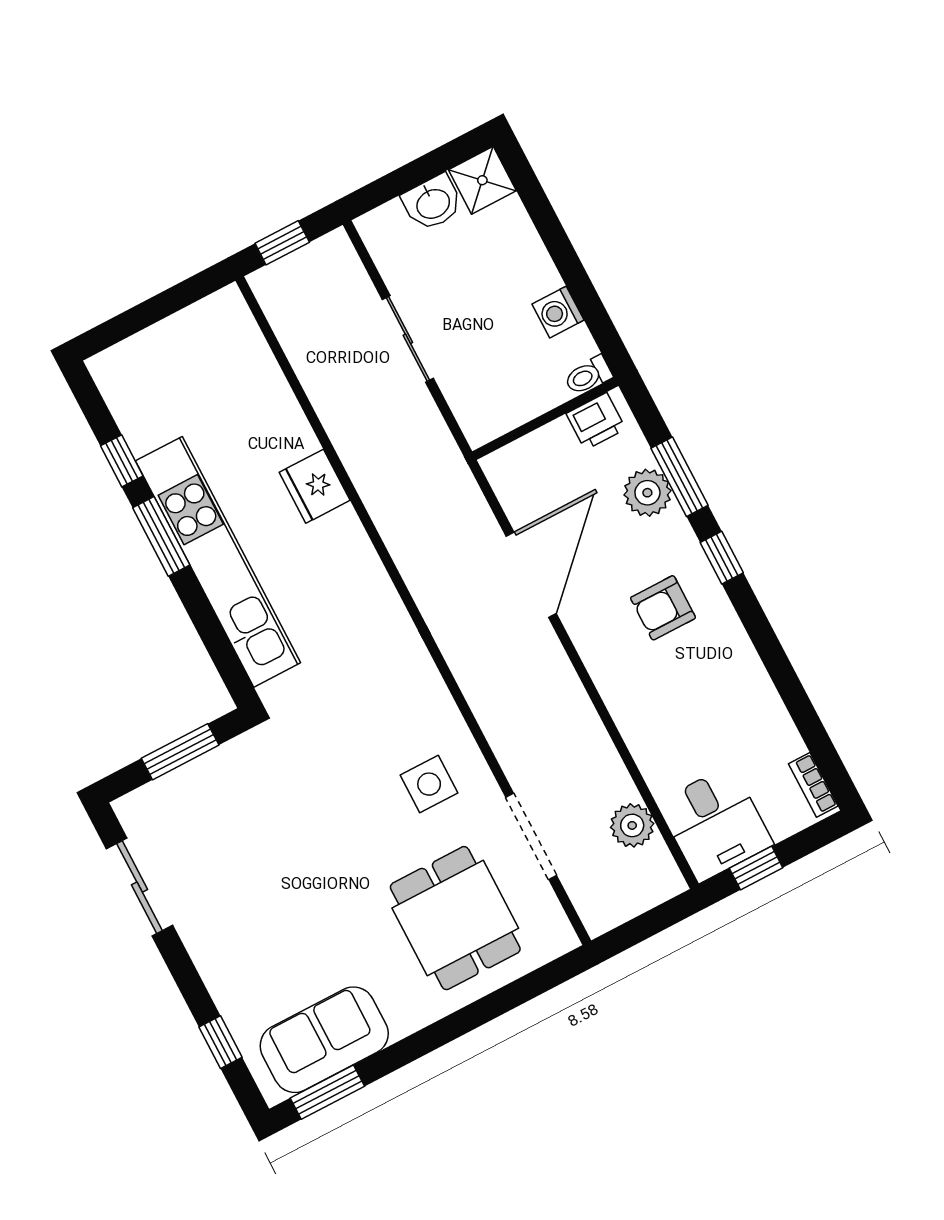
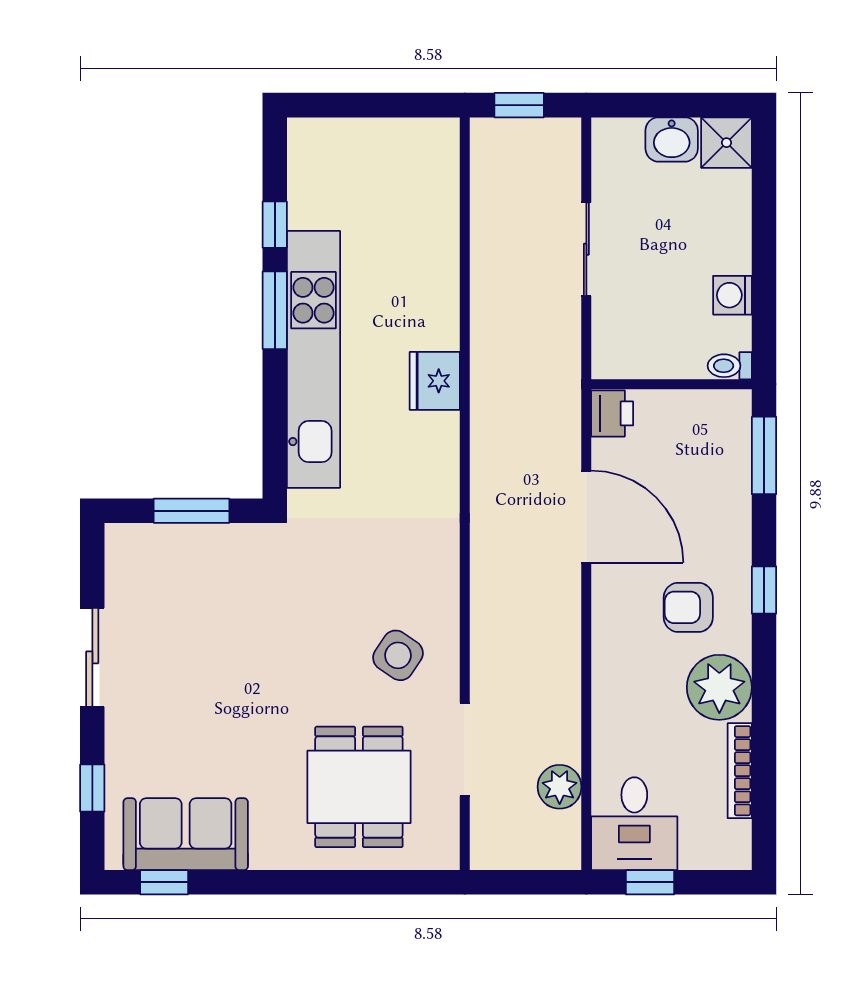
printer: (596, 421) -> (612, 413), moved, turned -90
window: (680, 477) -> (764, 455), moved
fridge: (315, 486) -> (435, 381), moved
plant: (647, 493) -> (719, 687), moved, width x1.36, depth x1.36
door: (531, 575) -> (586, 517), hinge flipped
side table: (429, 784) -> (398, 655), turned 34
bookcase: (813, 785) -> (740, 771), moved, width x1.56
sliding door: (140, 887) -> (92, 657), moved
window: (327, 1092) -> (164, 882), width x0.67

